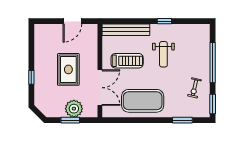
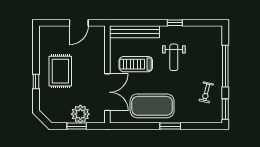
treadmill: (127, 61) -> (136, 64), turned 180
rug: (68, 69) -> (60, 71), moved
window: (182, 120) -> (170, 126), moved

